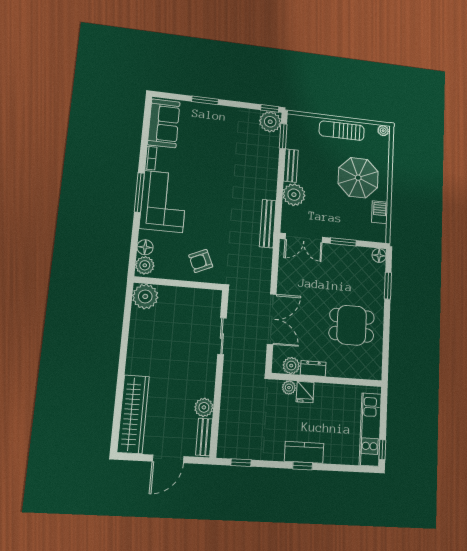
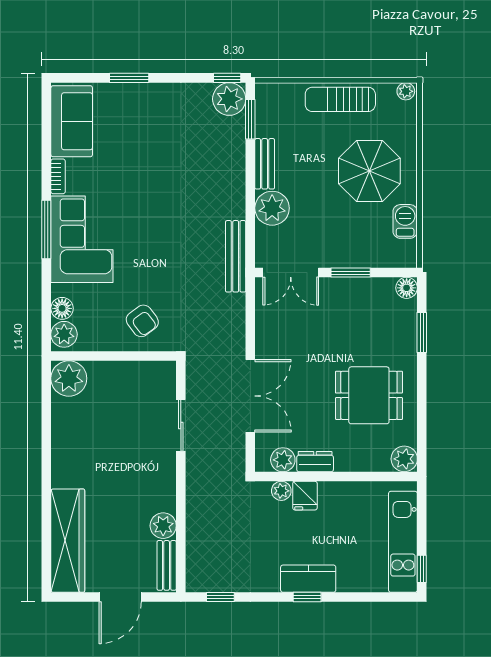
armchair: (201, 261) -> (142, 321), turned -103
plant: (373, 371) -> (404, 459), added

